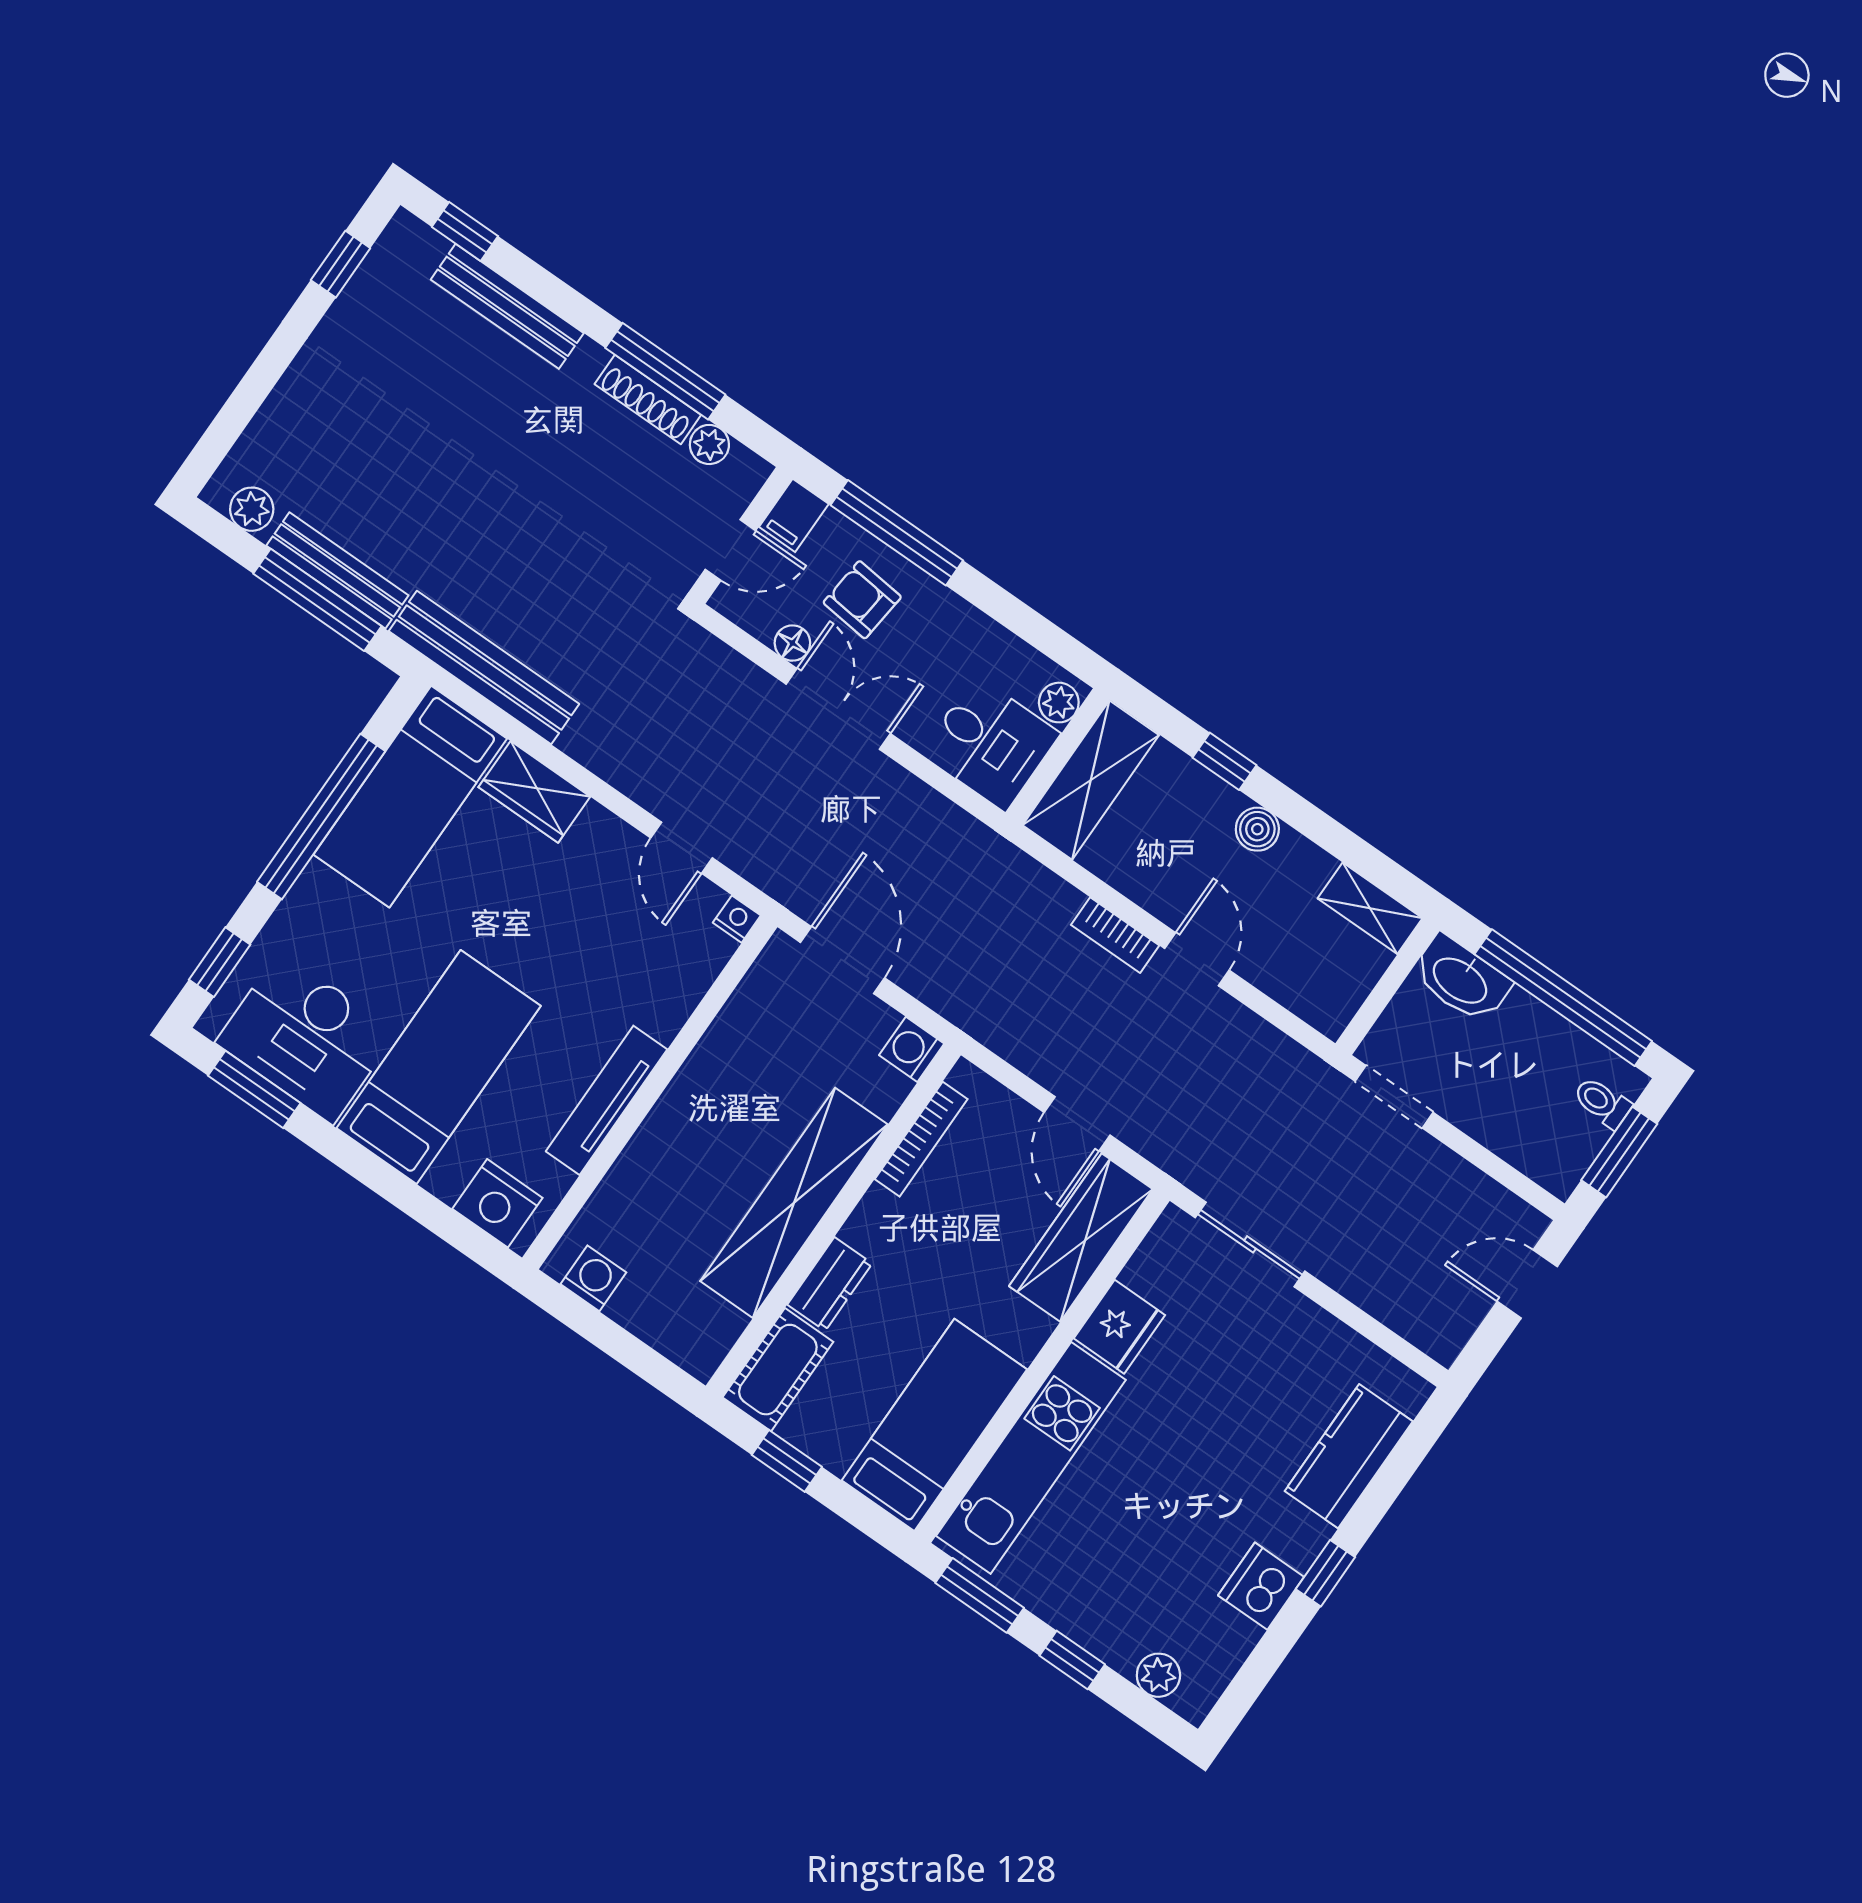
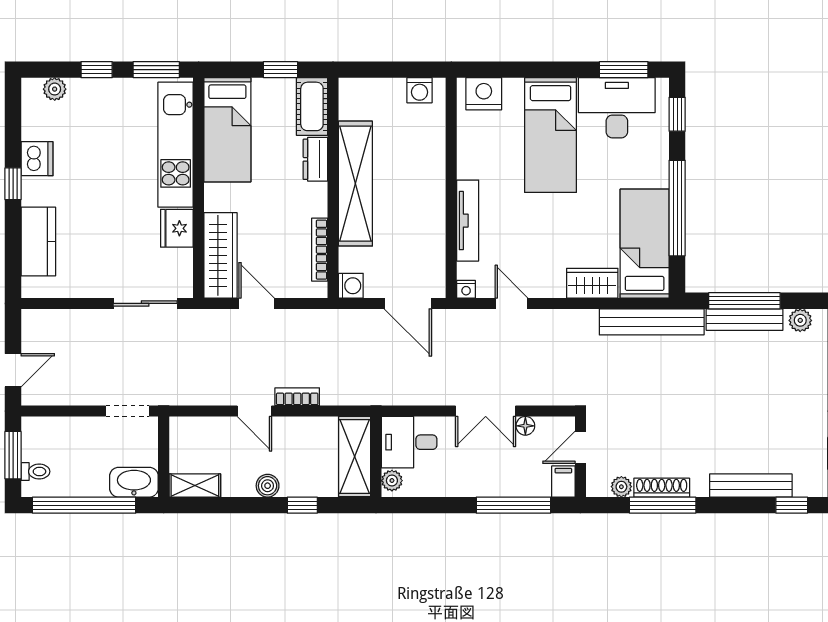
armchair: (862, 600) -> (508, 466), removed
tv unit: (607, 1100) -> (468, 221), moved

